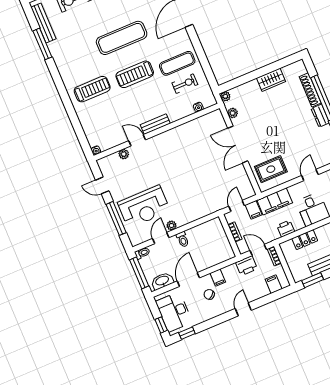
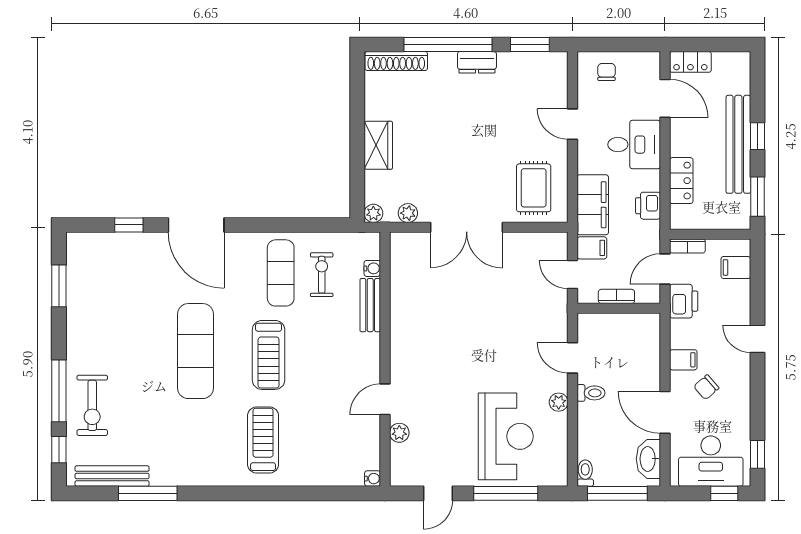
wardrobe: (271, 80) -> (378, 145), moved
shoe rack: (310, 90) -> (396, 61), moved
bench: (155, 124) -> (370, 305), moved
door: (161, 238) -> (572, 358), moved

